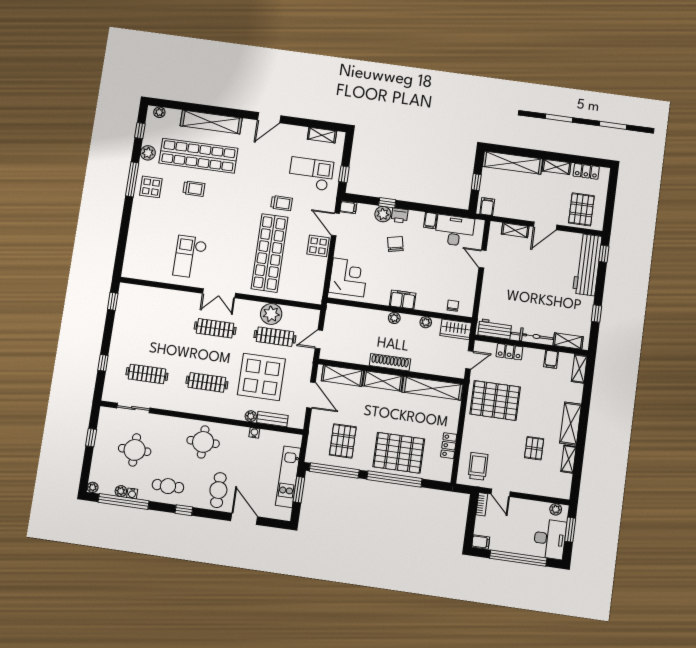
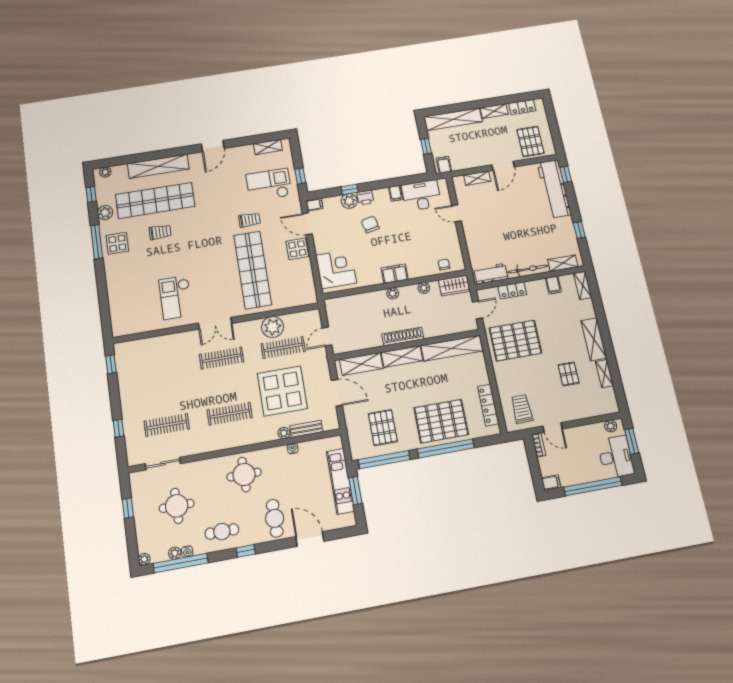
locker: (449, 446) -> (488, 405), width x1.53

